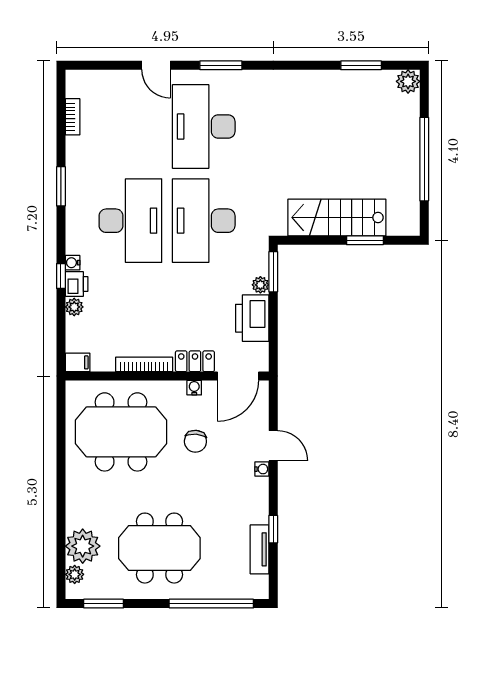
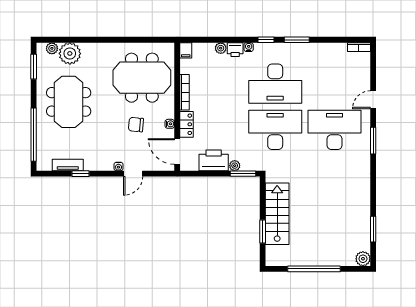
bookcase: (73, 117) -> (359, 47), moved
window: (61, 276) -> (266, 40), moved
meeting table: (121, 432) -> (142, 78), turned 90

